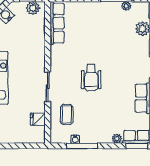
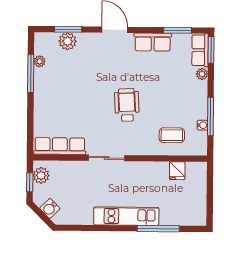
wheelchair: (91, 78) -> (127, 105), turned -93
sliding door: (48, 87) -> (107, 158), moved

